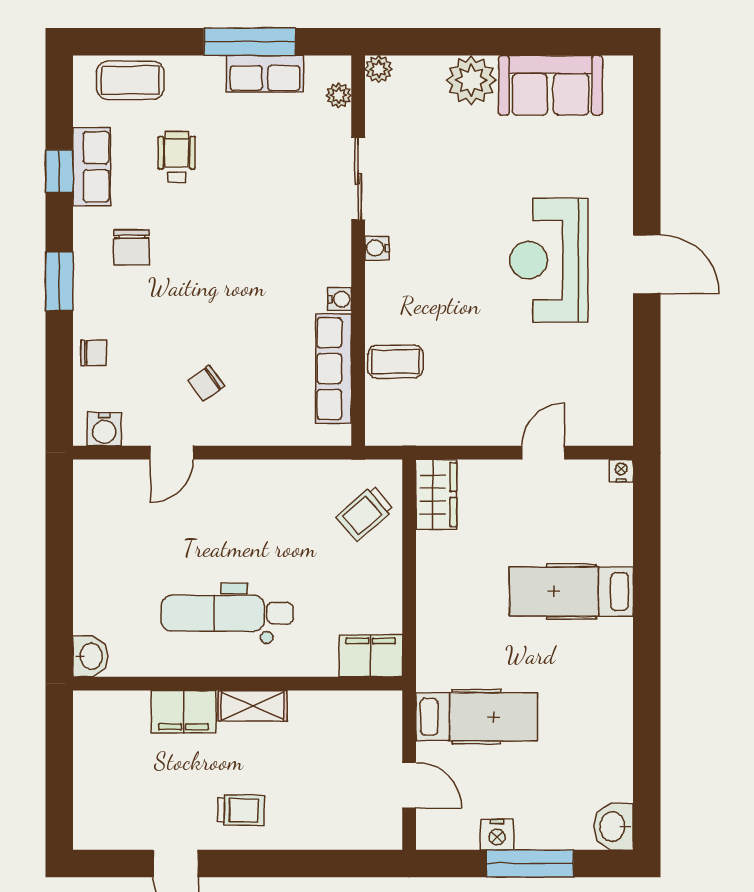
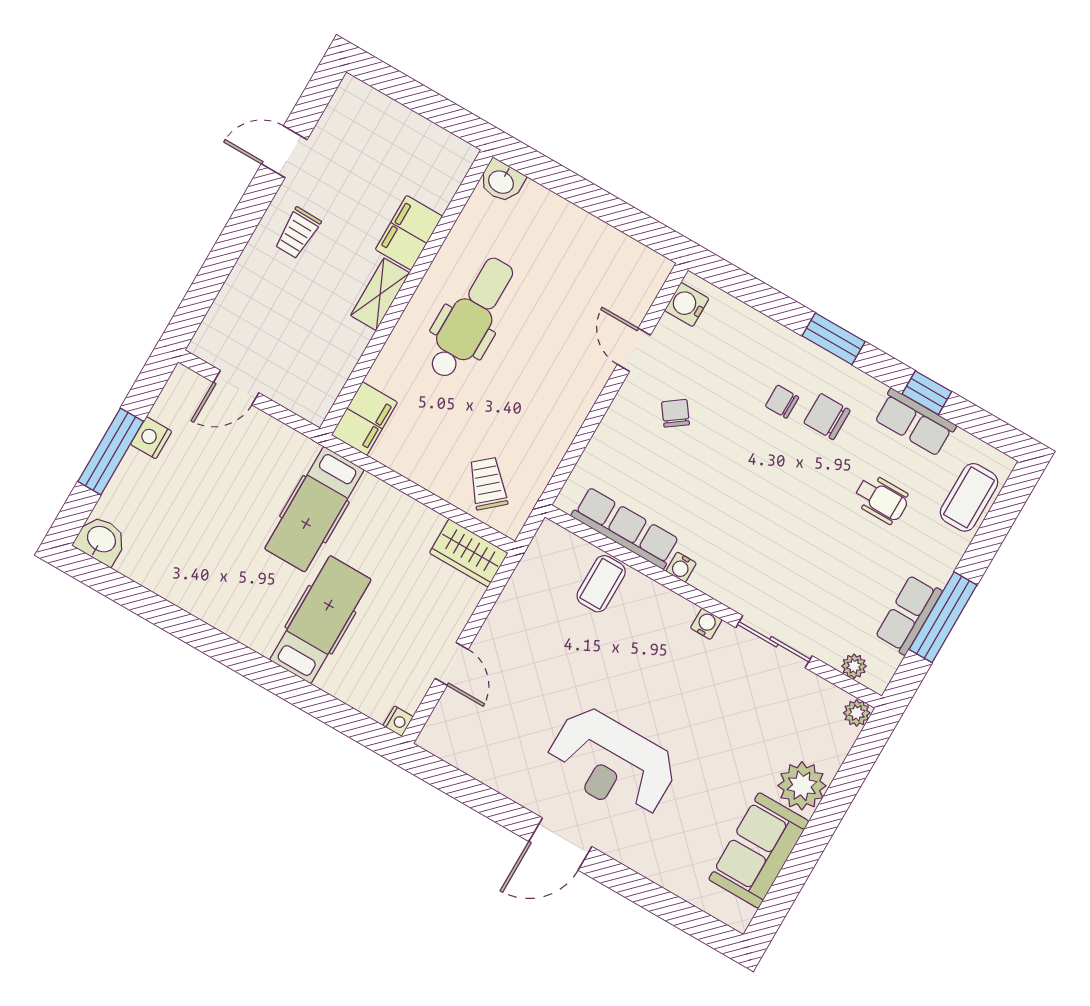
reception desk: (549, 260) -> (612, 763), turned 180
chair: (94, 353) -> (782, 402), moved, turned 90
hospital bed: (477, 717) -> (314, 509), moved

